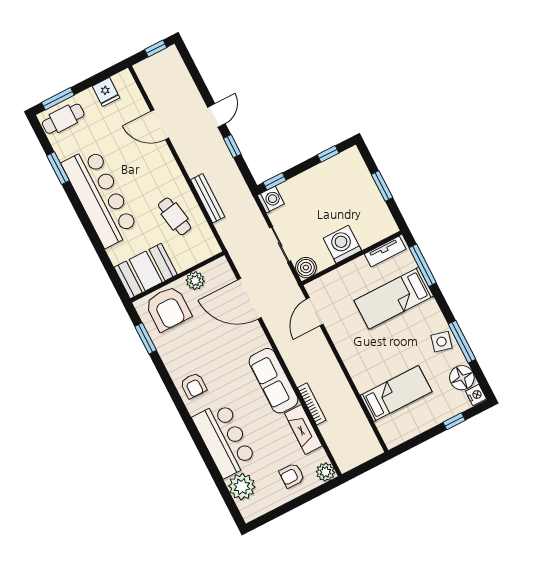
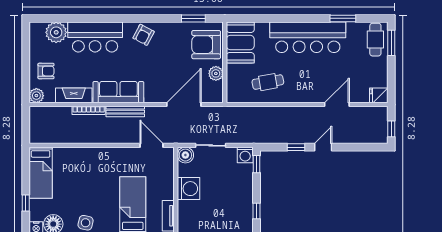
fridge: (106, 92) -> (379, 95), moved
door: (216, 115) -> (323, 147), swing flipped
bench: (208, 198) -> (125, 112), moved
armchair: (193, 386) -> (144, 35), turned -62
bed: (396, 394) -> (41, 173), moved
armchair: (292, 476) -> (46, 71), turned 90

